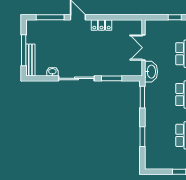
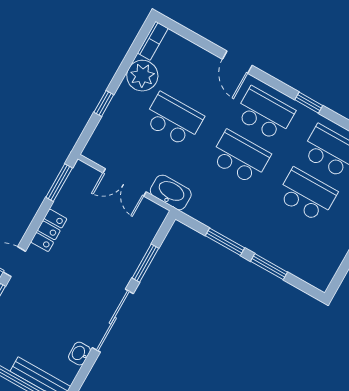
window: (126, 17) -> (59, 183), added
window: (142, 97) -> (225, 242), moved

